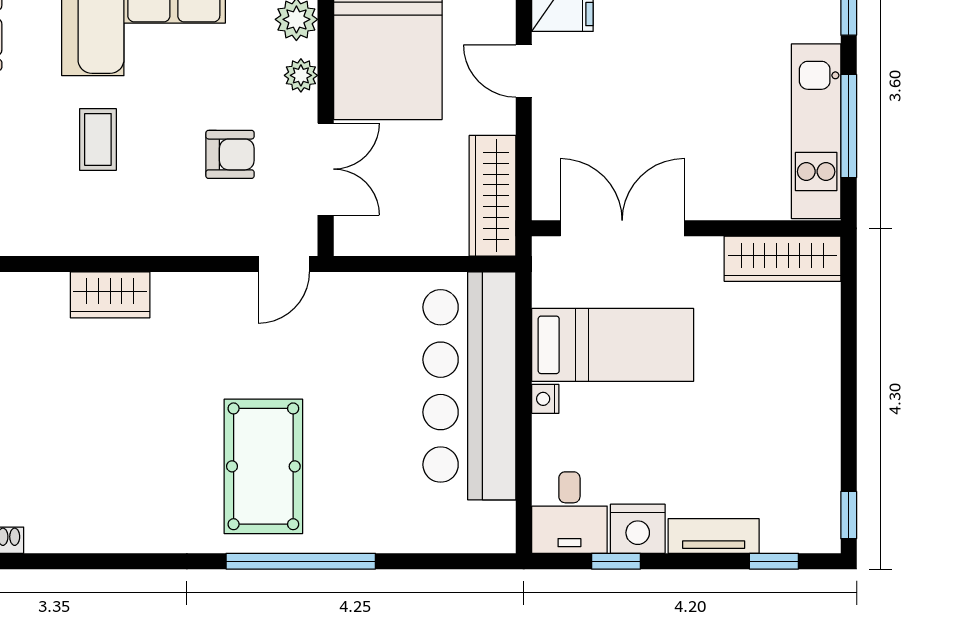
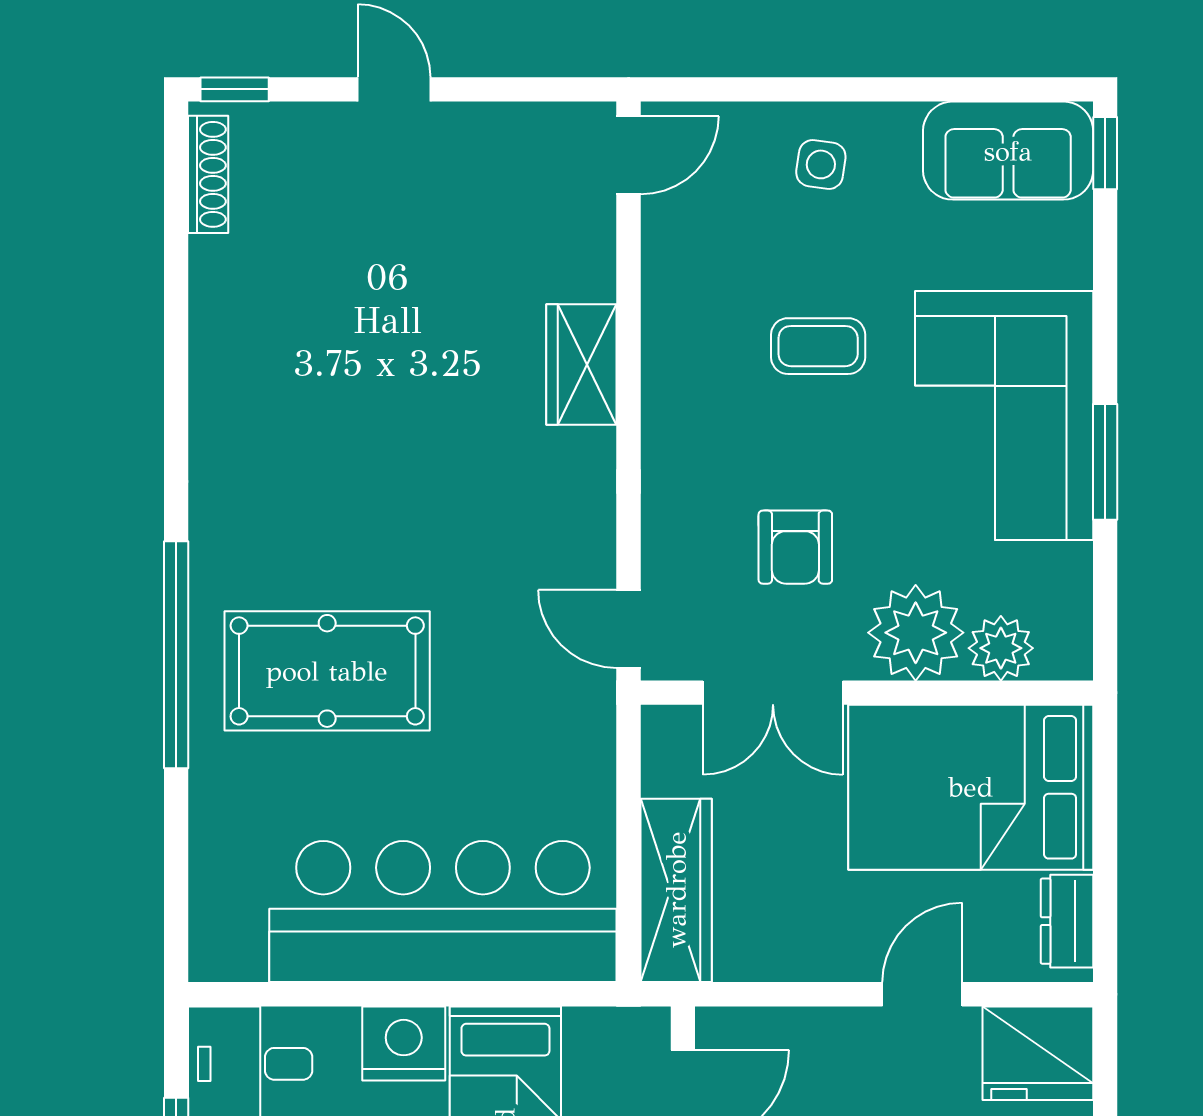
plant: (301, 75) -> (916, 633), width x1.87, depth x1.87
wardrobe: (493, 196) -> (676, 890), moved, turned 90
nightstand: (545, 399) -> (404, 1044), width x1.89, depth x1.79
pool table: (263, 466) -> (327, 671), moved

